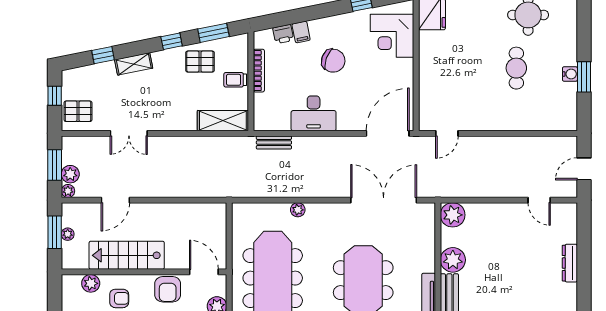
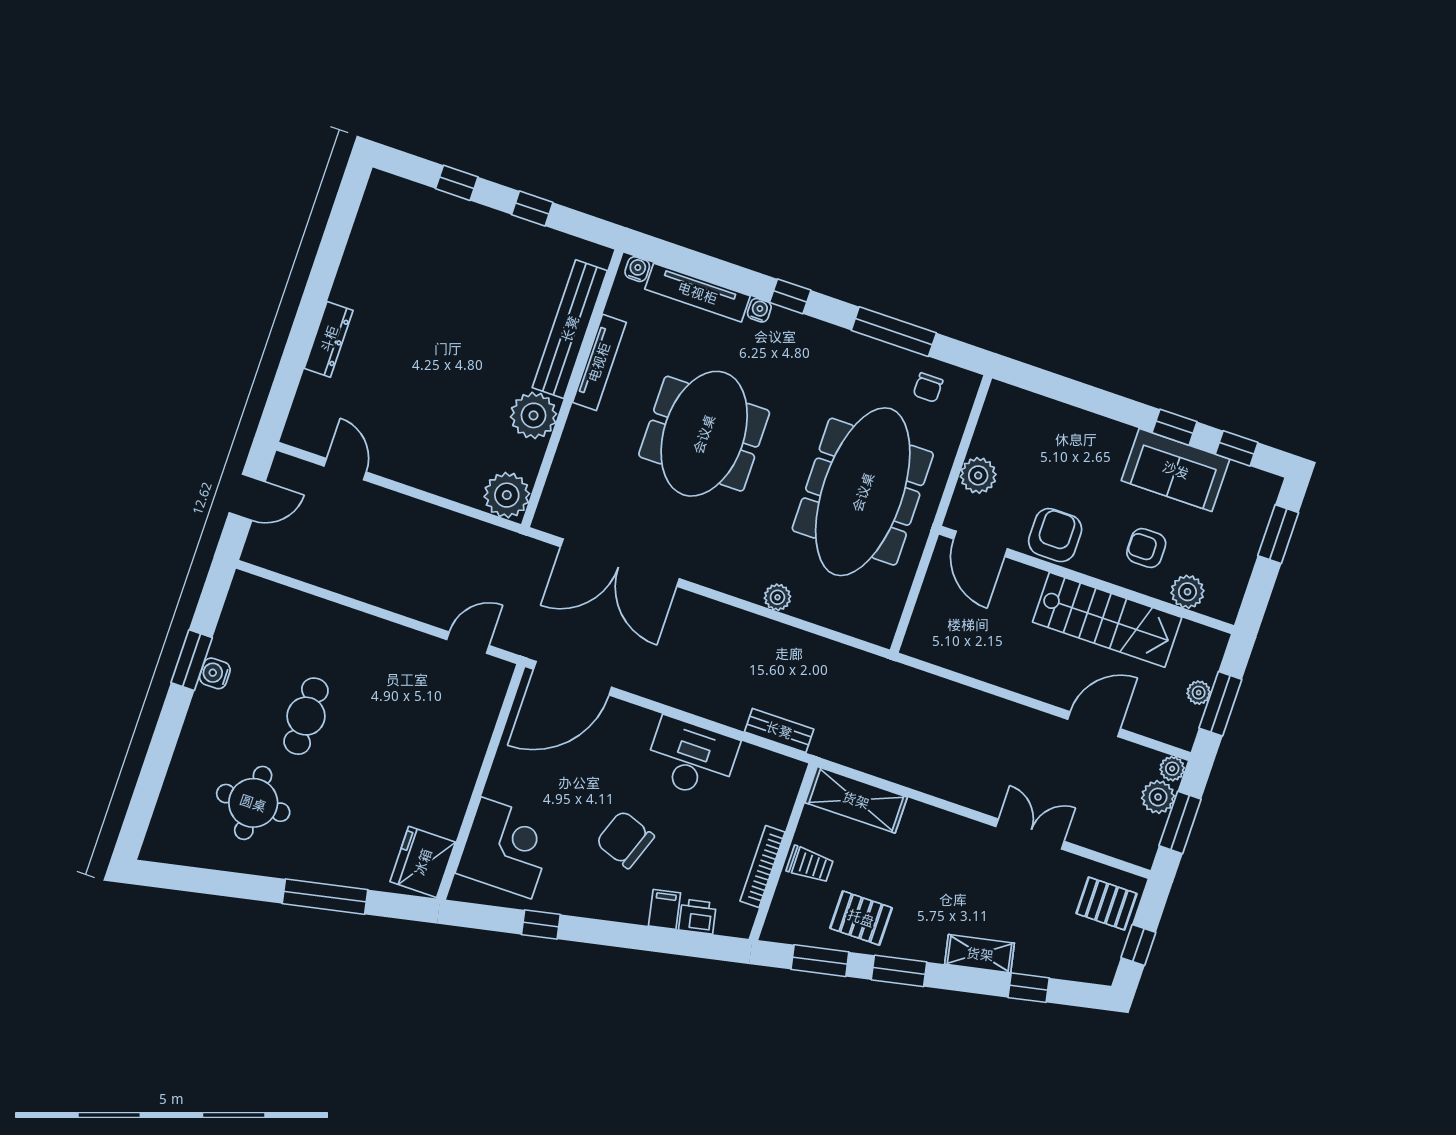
window: (172, 41) -> (899, 971), width x1.50

